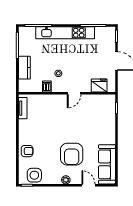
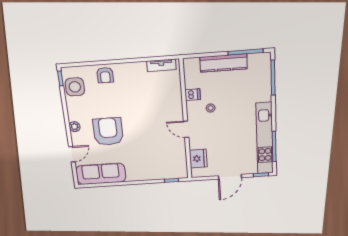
kitchen unit: (65, 33) -> (265, 138), moved
kitchen counter: (24, 68) -> (224, 63), width x1.50
armchair: (72, 154) -> (108, 131), turned 90

